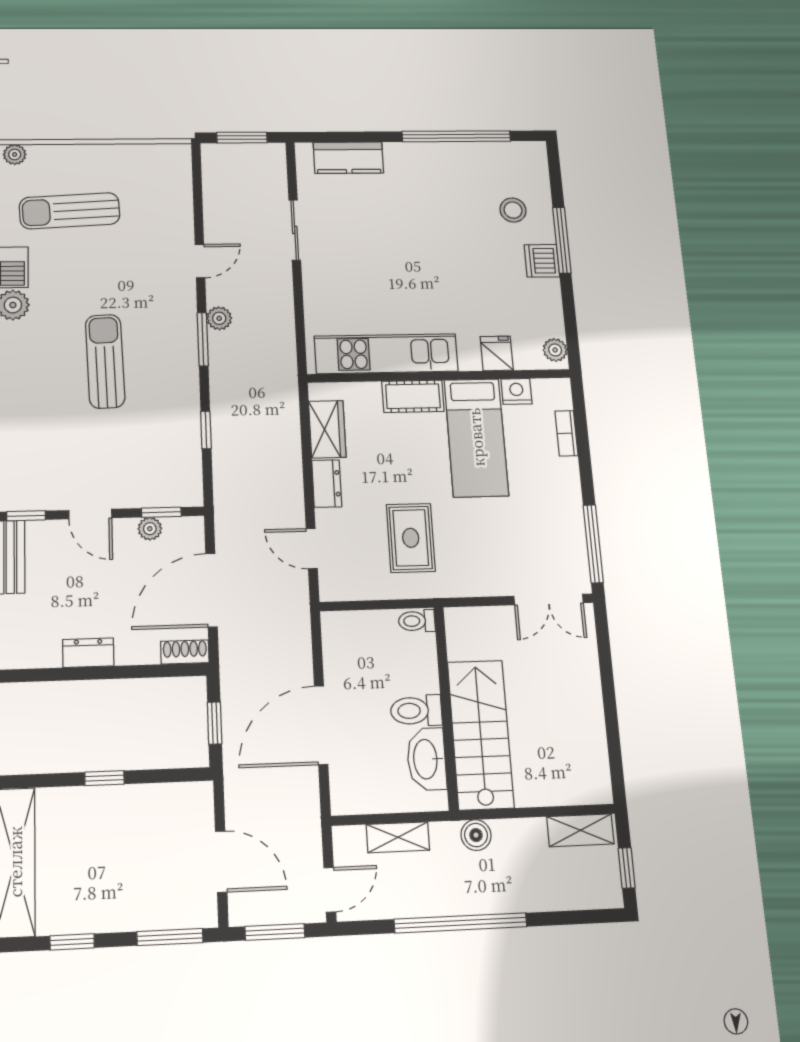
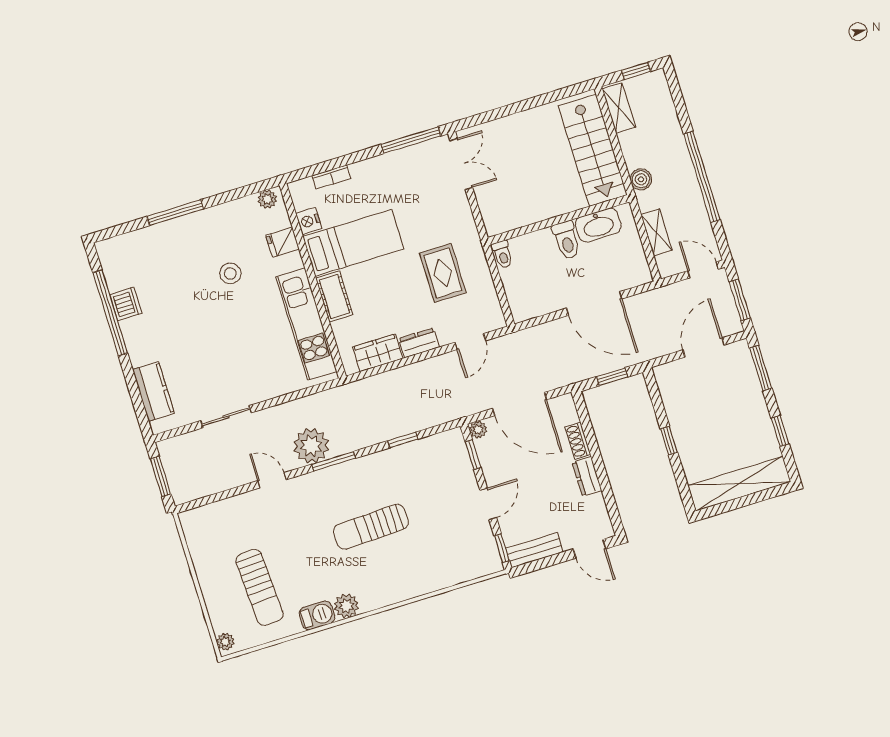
stool: (513, 210) -> (230, 273), moved
dishwasher: (542, 261) -> (126, 304), moved, turned -90
plant: (219, 318) -> (311, 446), width x1.87, depth x1.87
plant: (150, 529) -> (478, 430), moved
rug: (411, 538) -> (443, 273), turned 90
shoe rack: (185, 652) -> (578, 441), moved
stairs: (481, 734) -> (593, 150), moved, turned -90

